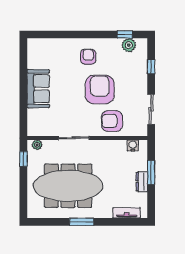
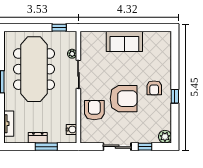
window: (125, 35) -> (175, 96), moved
plant: (129, 45) -> (165, 137), moved
armchair: (88, 57) -> (154, 88), turned 90
sliding door: (151, 109) -> (117, 147), moved
plant: (37, 145) -> (72, 54), moved

